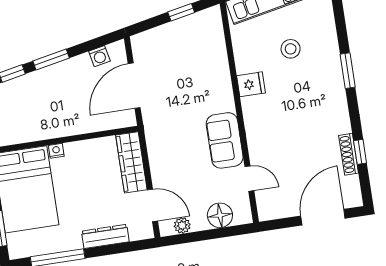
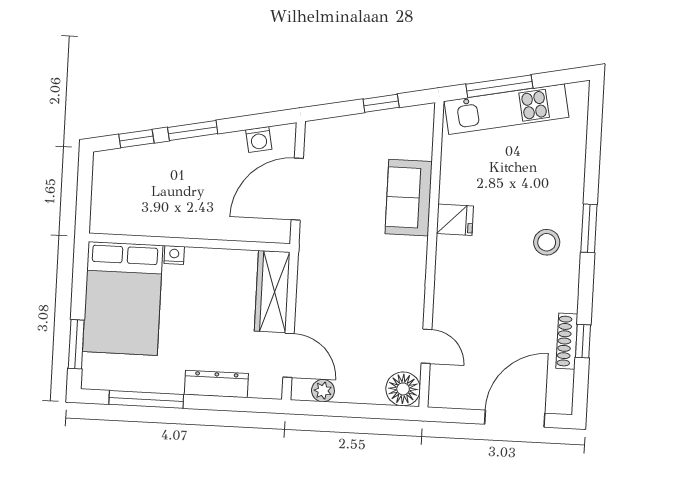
stool: (291, 49) -> (547, 242), moved
sofa: (225, 140) -> (409, 198), moved
floor lamp: (220, 215) -> (403, 389), moved

